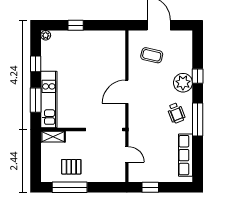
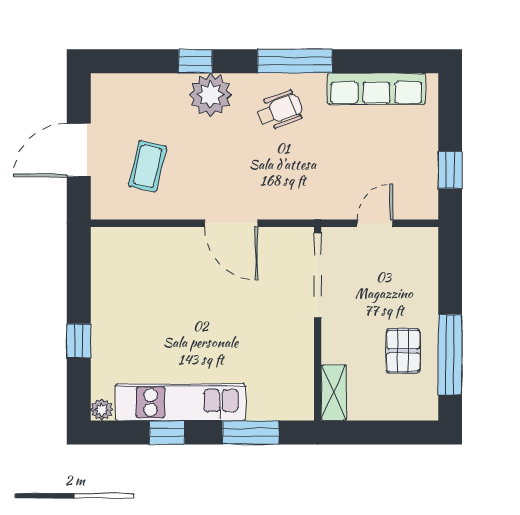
kitchen unit: (49, 99) -> (180, 402), moved

